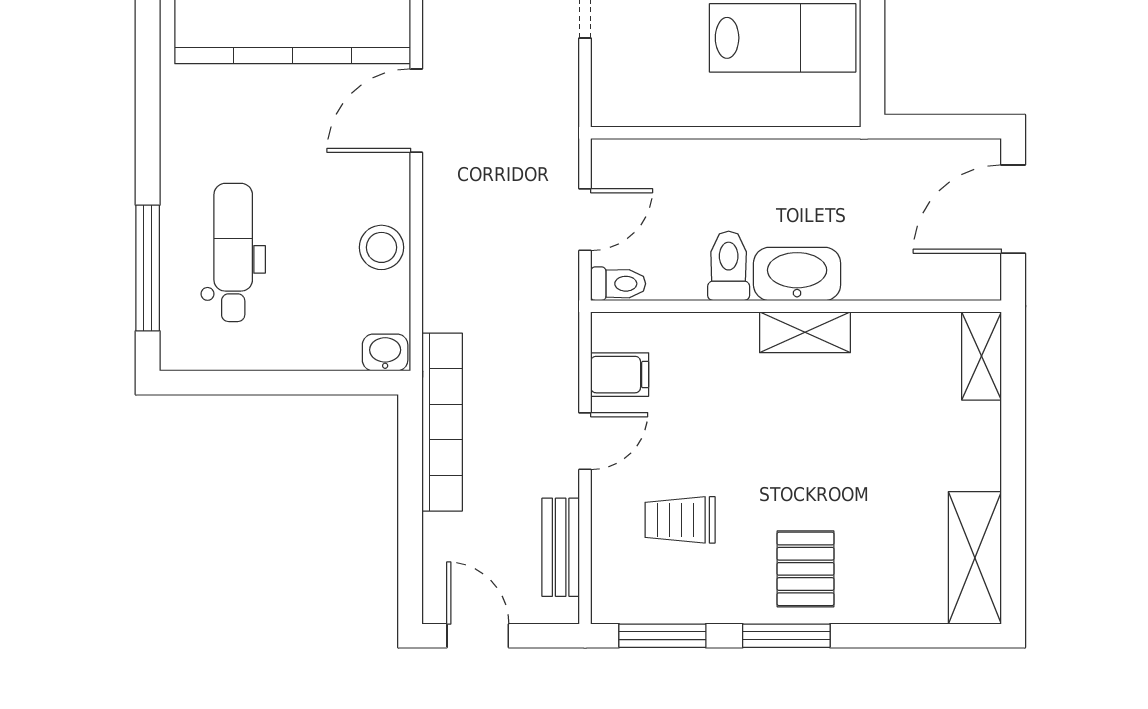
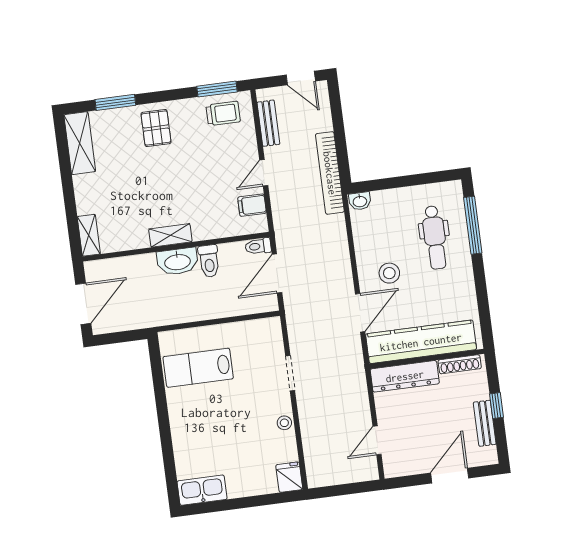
door: (585, 220) -> (277, 273), width x1.38
stool: (381, 247) -> (389, 273), moved
trolley: (680, 520) -> (223, 113), moved
window: (786, 636) -> (115, 102), moved

